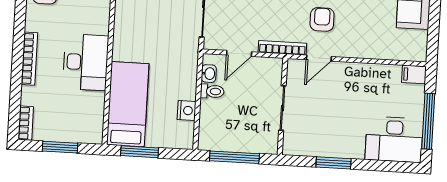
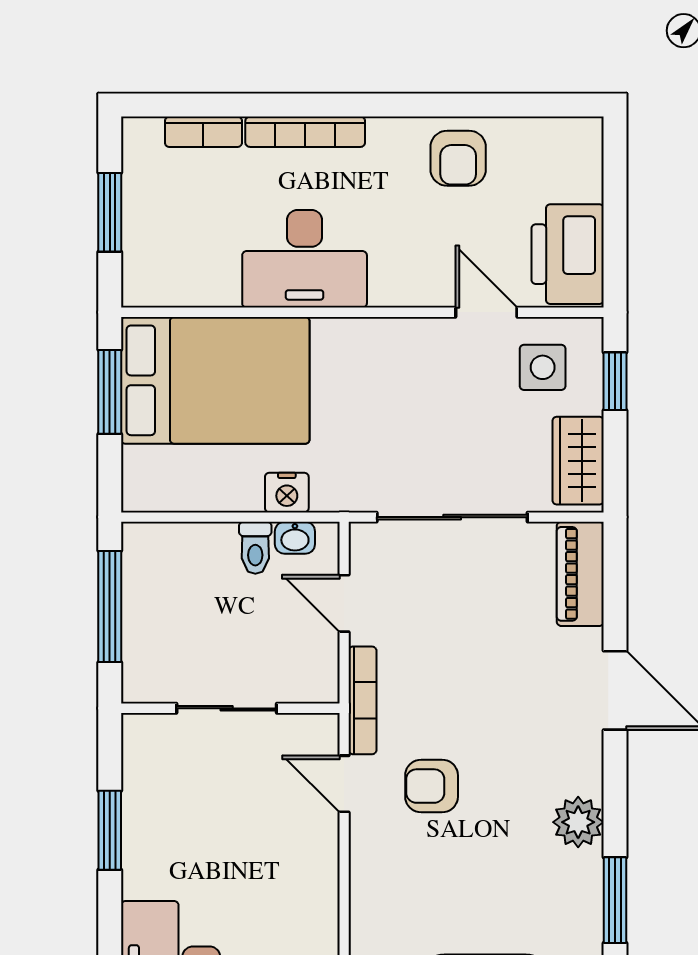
armchair: (322, 19) -> (432, 786), turned 180
bed: (128, 104) -> (215, 380), width x1.50
nightstand: (187, 110) -> (287, 493), moved
bookcase: (26, 123) -> (203, 132), moved

